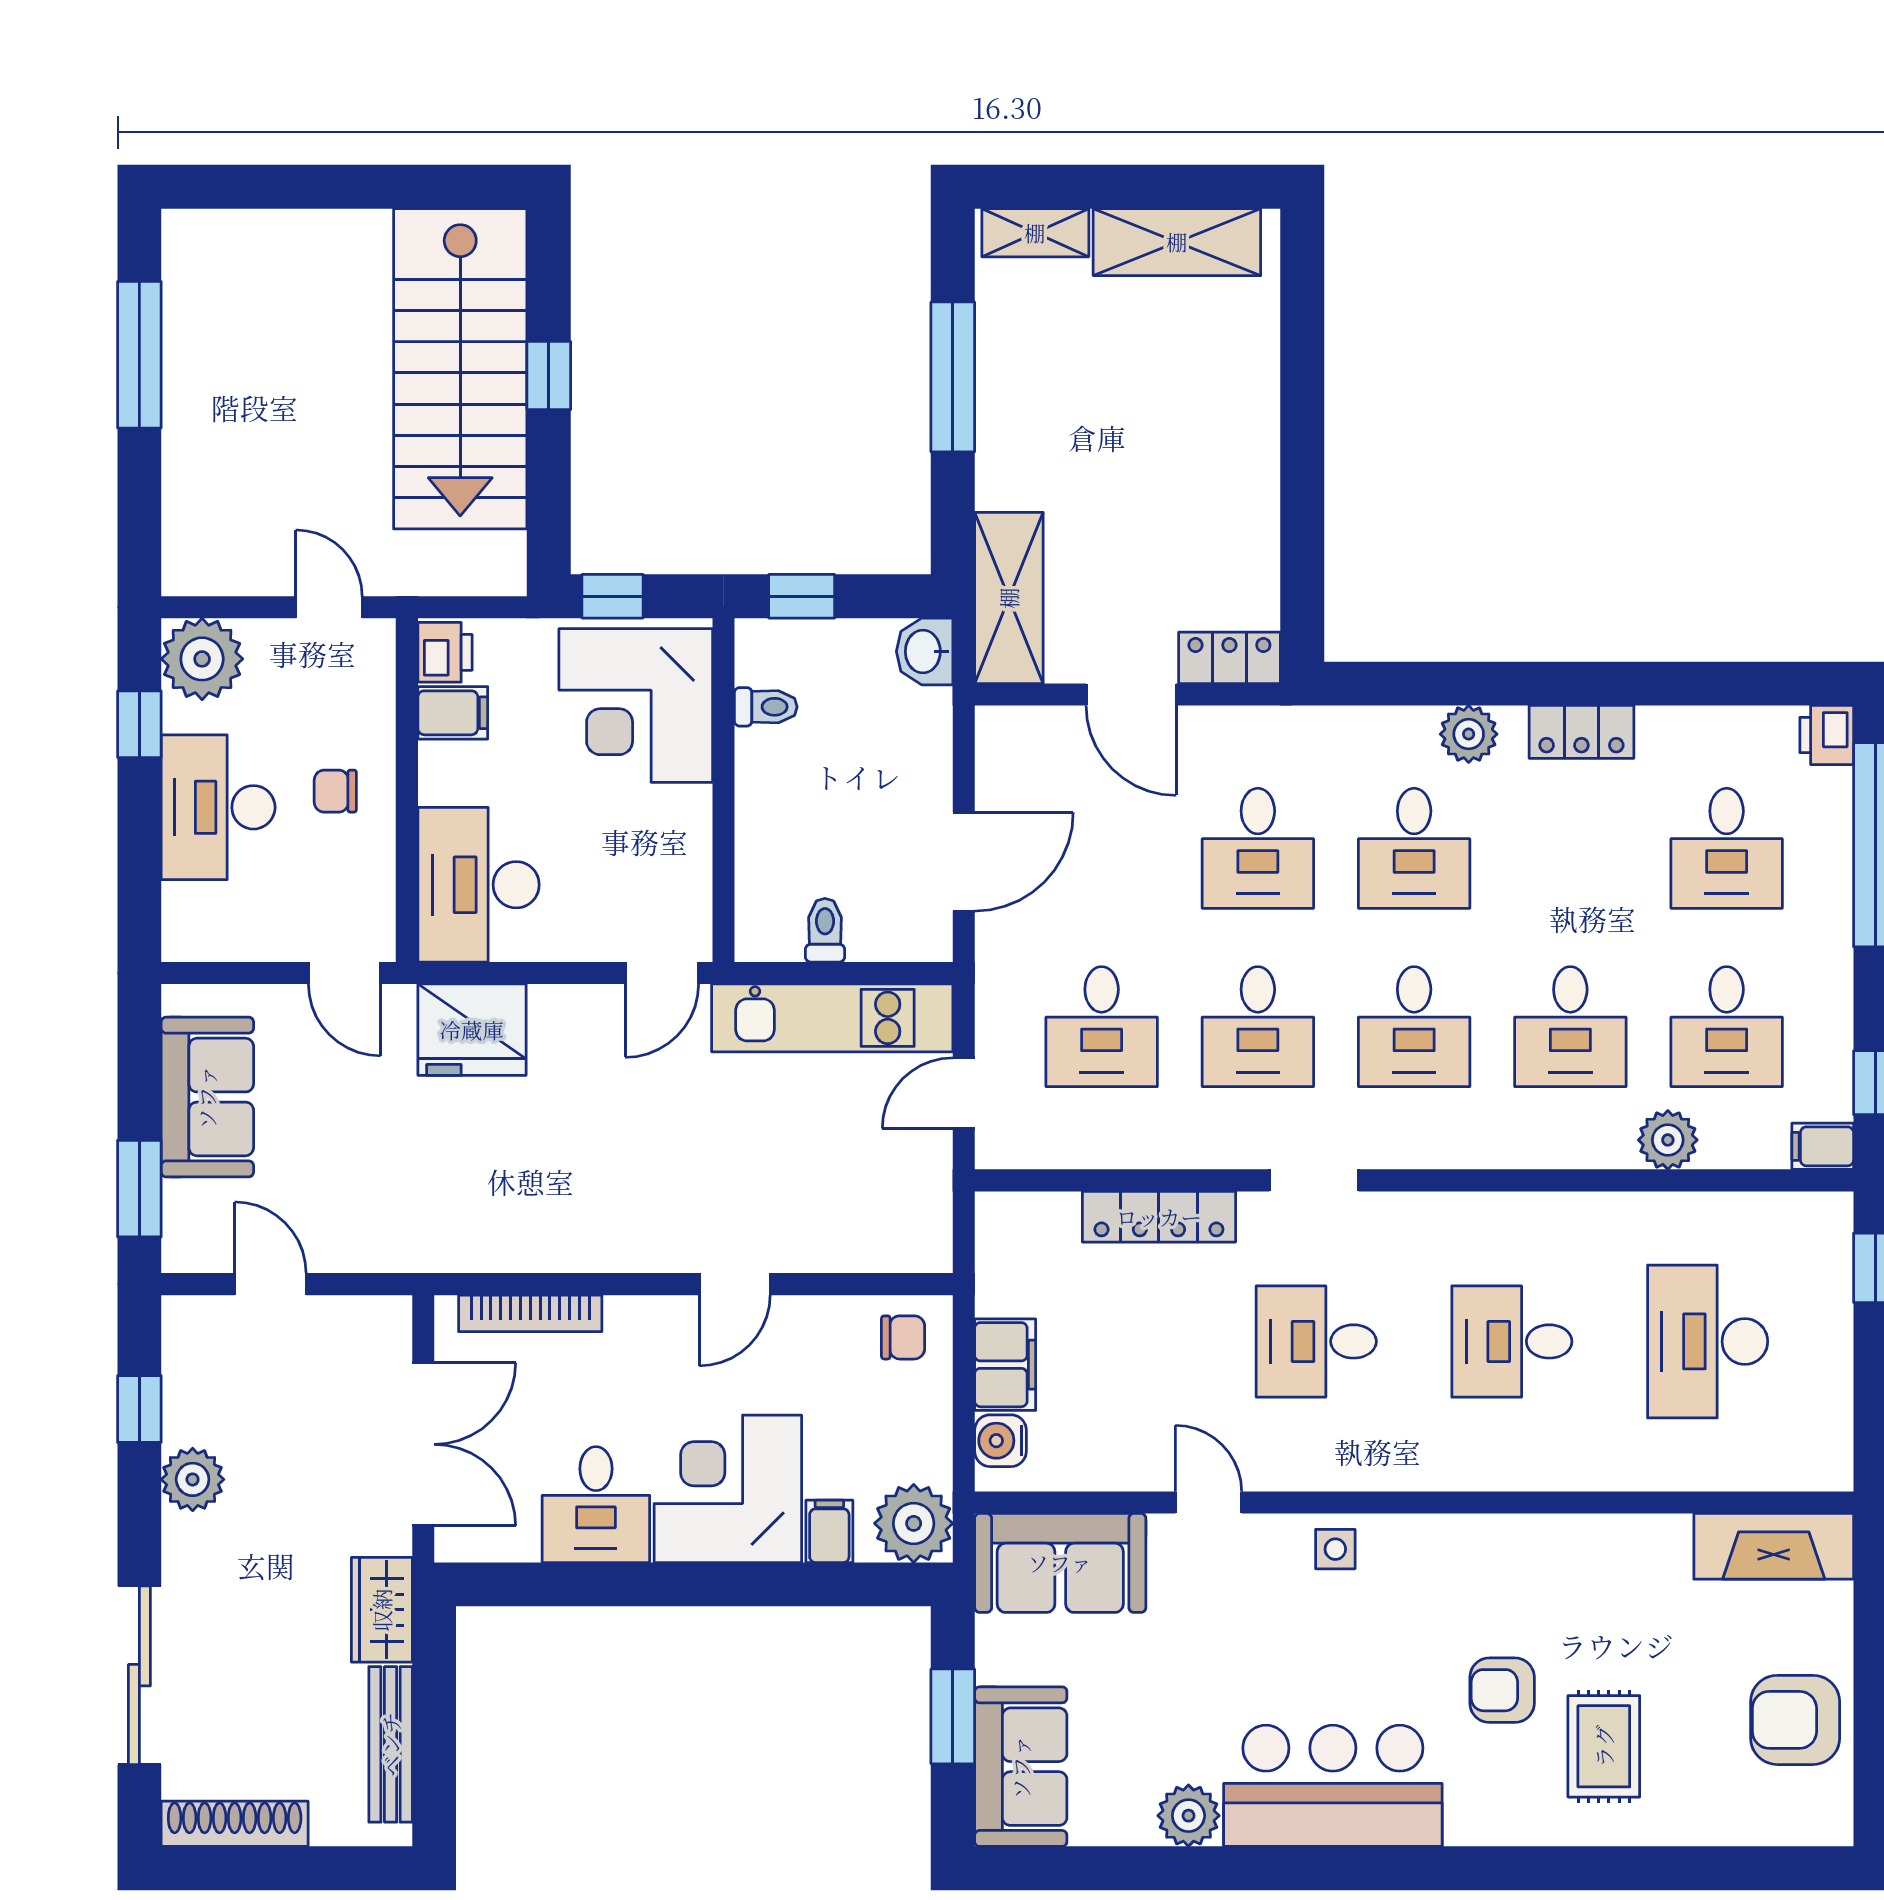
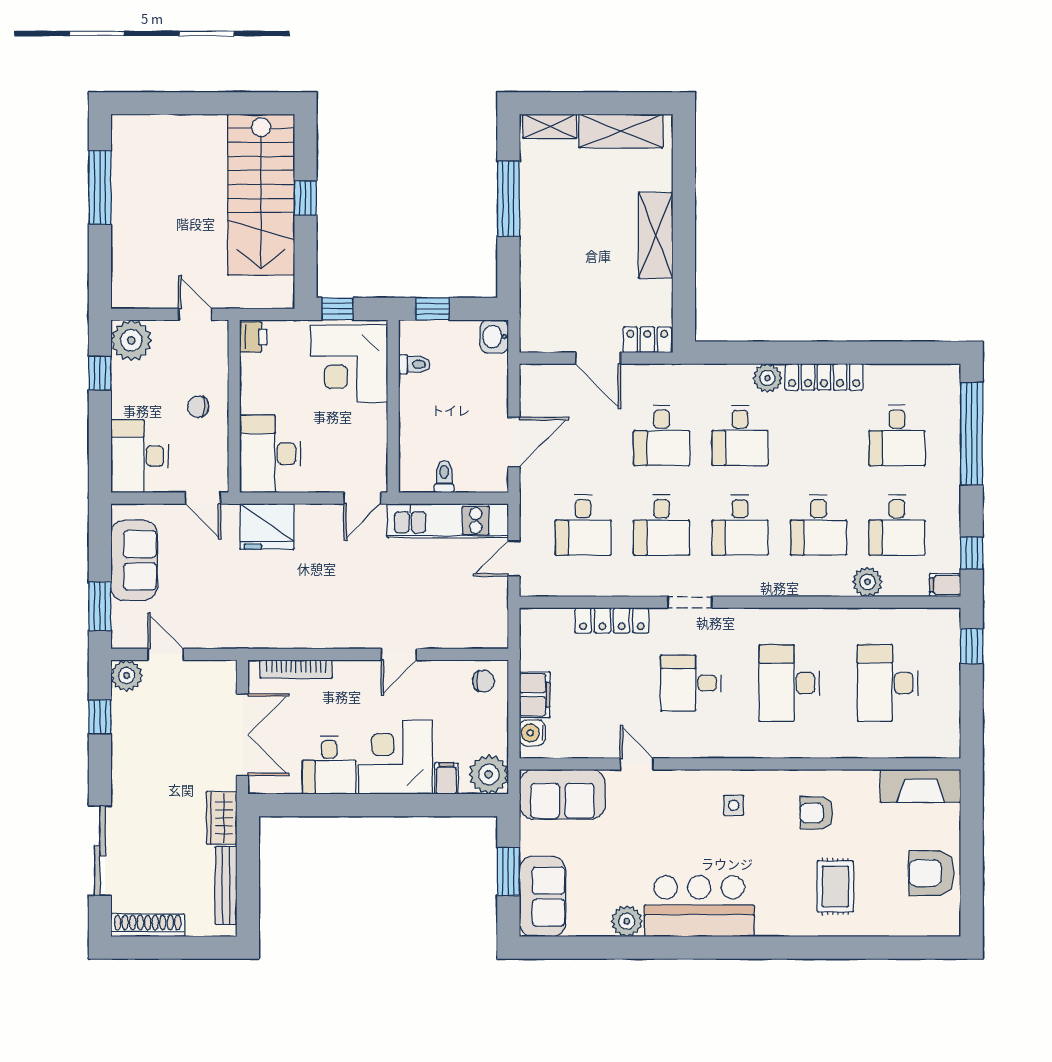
shelving: (1009, 598) -> (656, 235), moved
filing cabinet: (453, 713) -> (257, 367), removed
locker: (1581, 732) -> (824, 377), width x1.53
printer: (1827, 735) -> (947, 379), removed
desk: (218, 807) -> (139, 456), moved
desk: (1512, 1341) -> (789, 683), width x1.37
plant: (193, 1479) -> (127, 676), moved
side table: (1335, 1549) -> (734, 805), moved
armchair: (1502, 1690) -> (816, 813), moved

